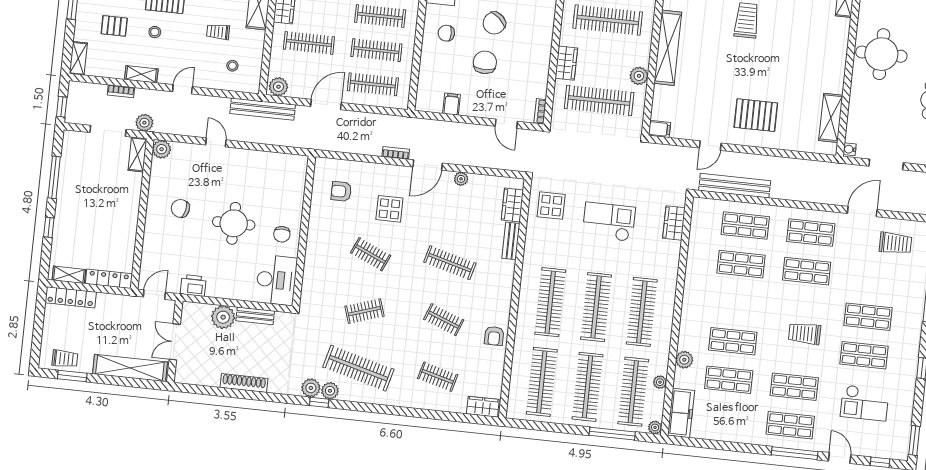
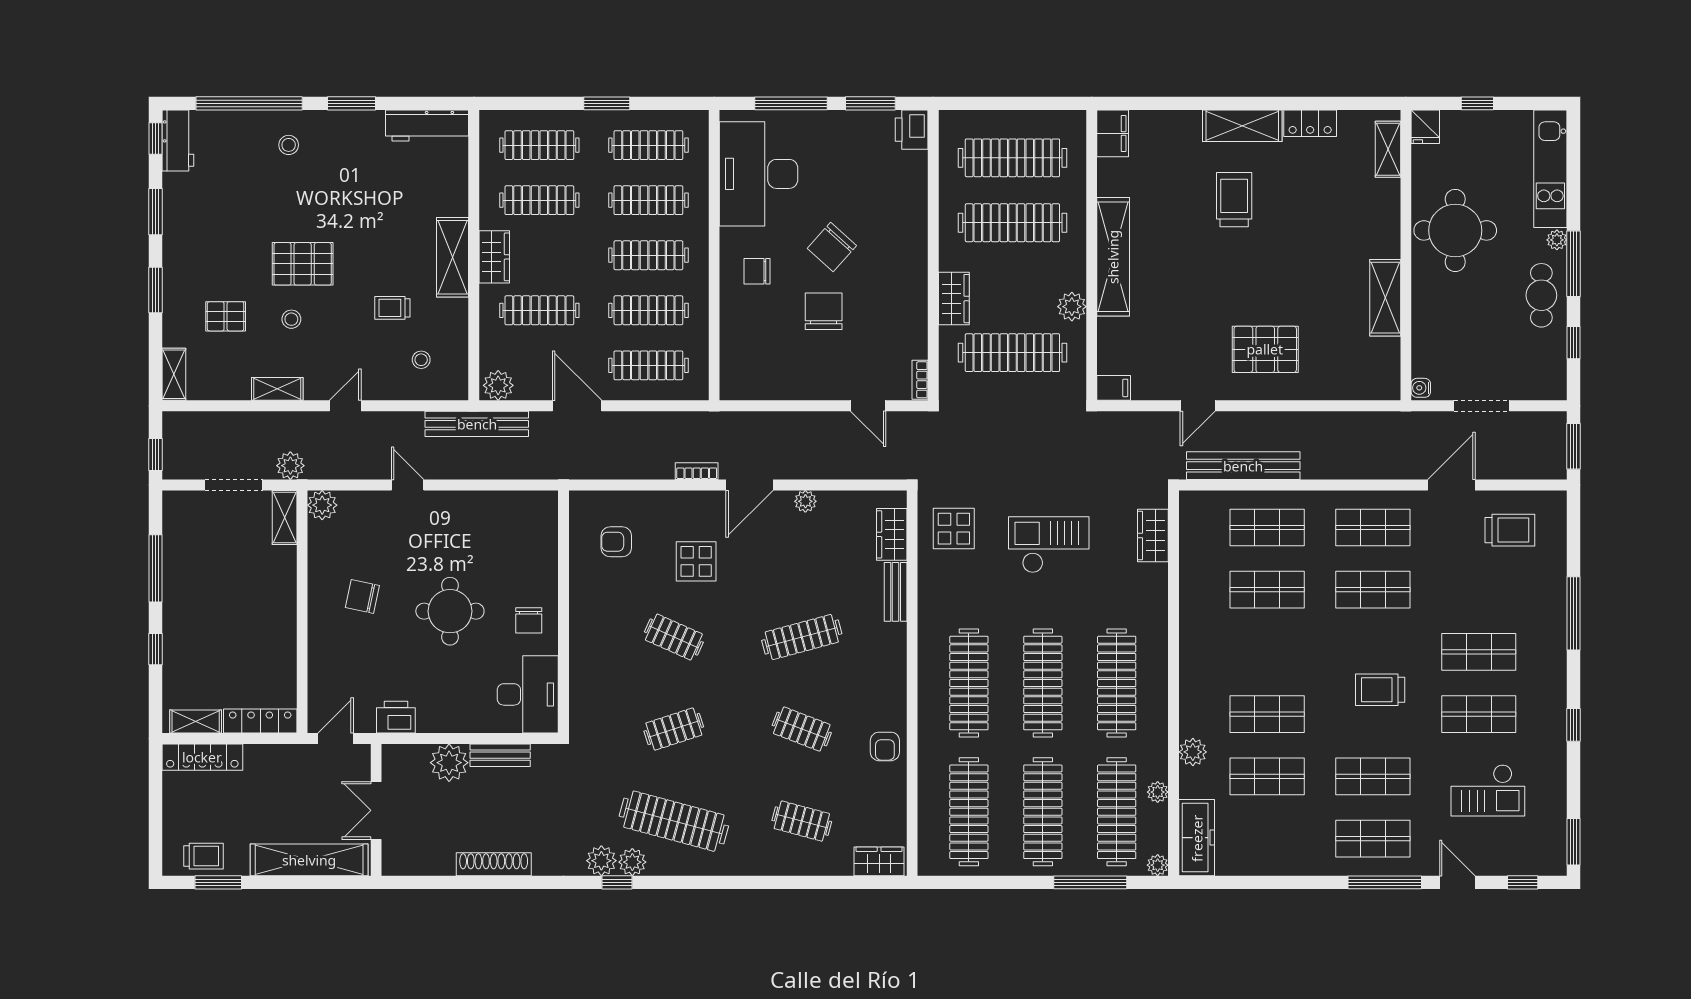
bookcase: (121, 91) -> (247, 420), removed
filing cabinet: (452, 104) -> (778, 384), removed
door: (326, 105) -> (577, 406), hinge flipped
shelving: (831, 118) -> (1385, 298), moved
clothes rail: (450, 263) -> (802, 637), turned -30

